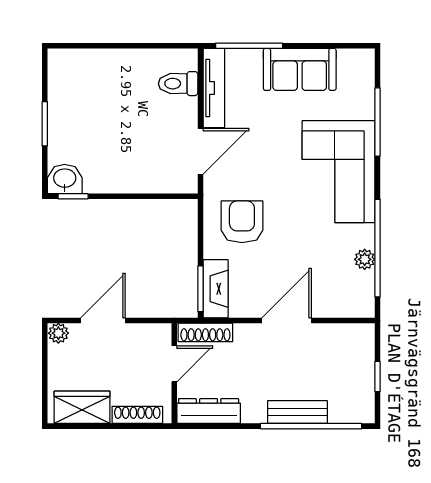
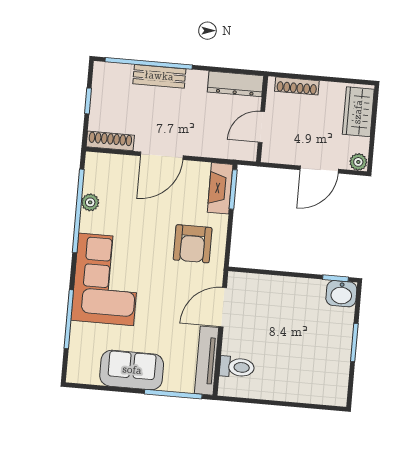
shoe rack: (205, 332) -> (110, 141), moved
wardrobe: (82, 407) -> (358, 112), moved, turned 90

